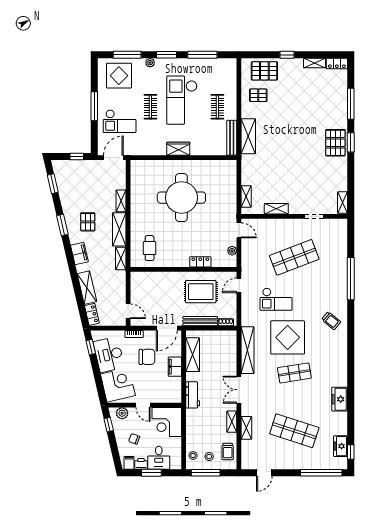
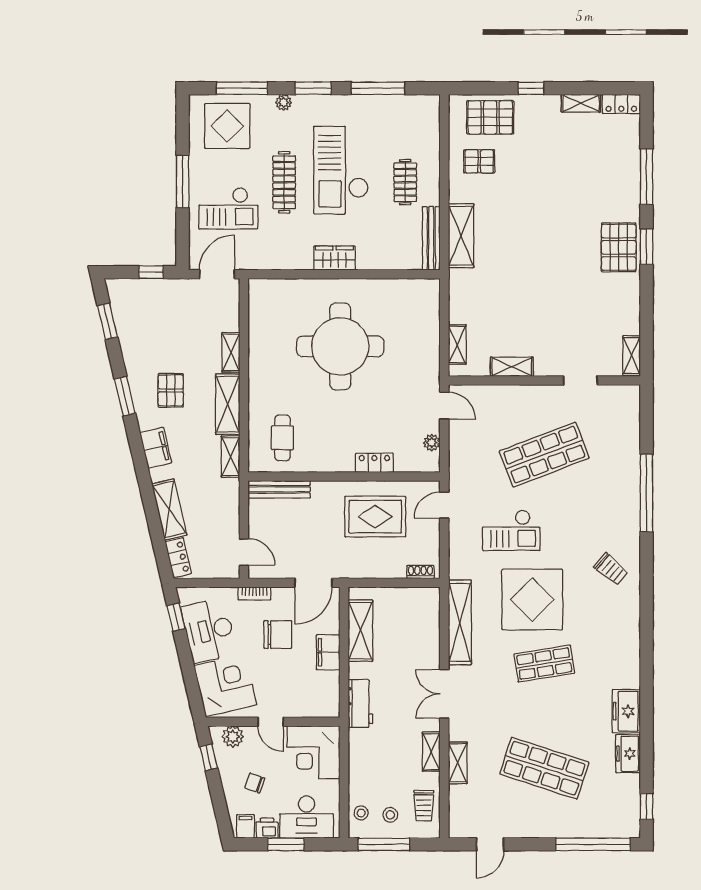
clothes rail: (150, 107) -> (284, 182), width x1.36
bench: (200, 321) -> (279, 489), moved
freezer: (341, 446) -> (628, 754), moved
desk: (159, 458) -> (307, 817), width x1.37

